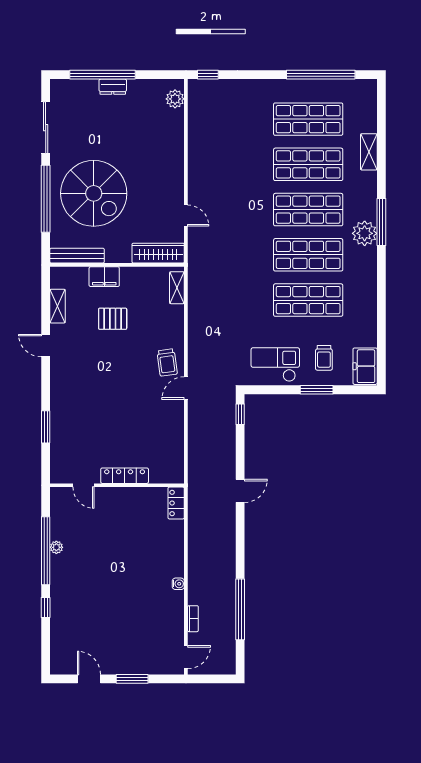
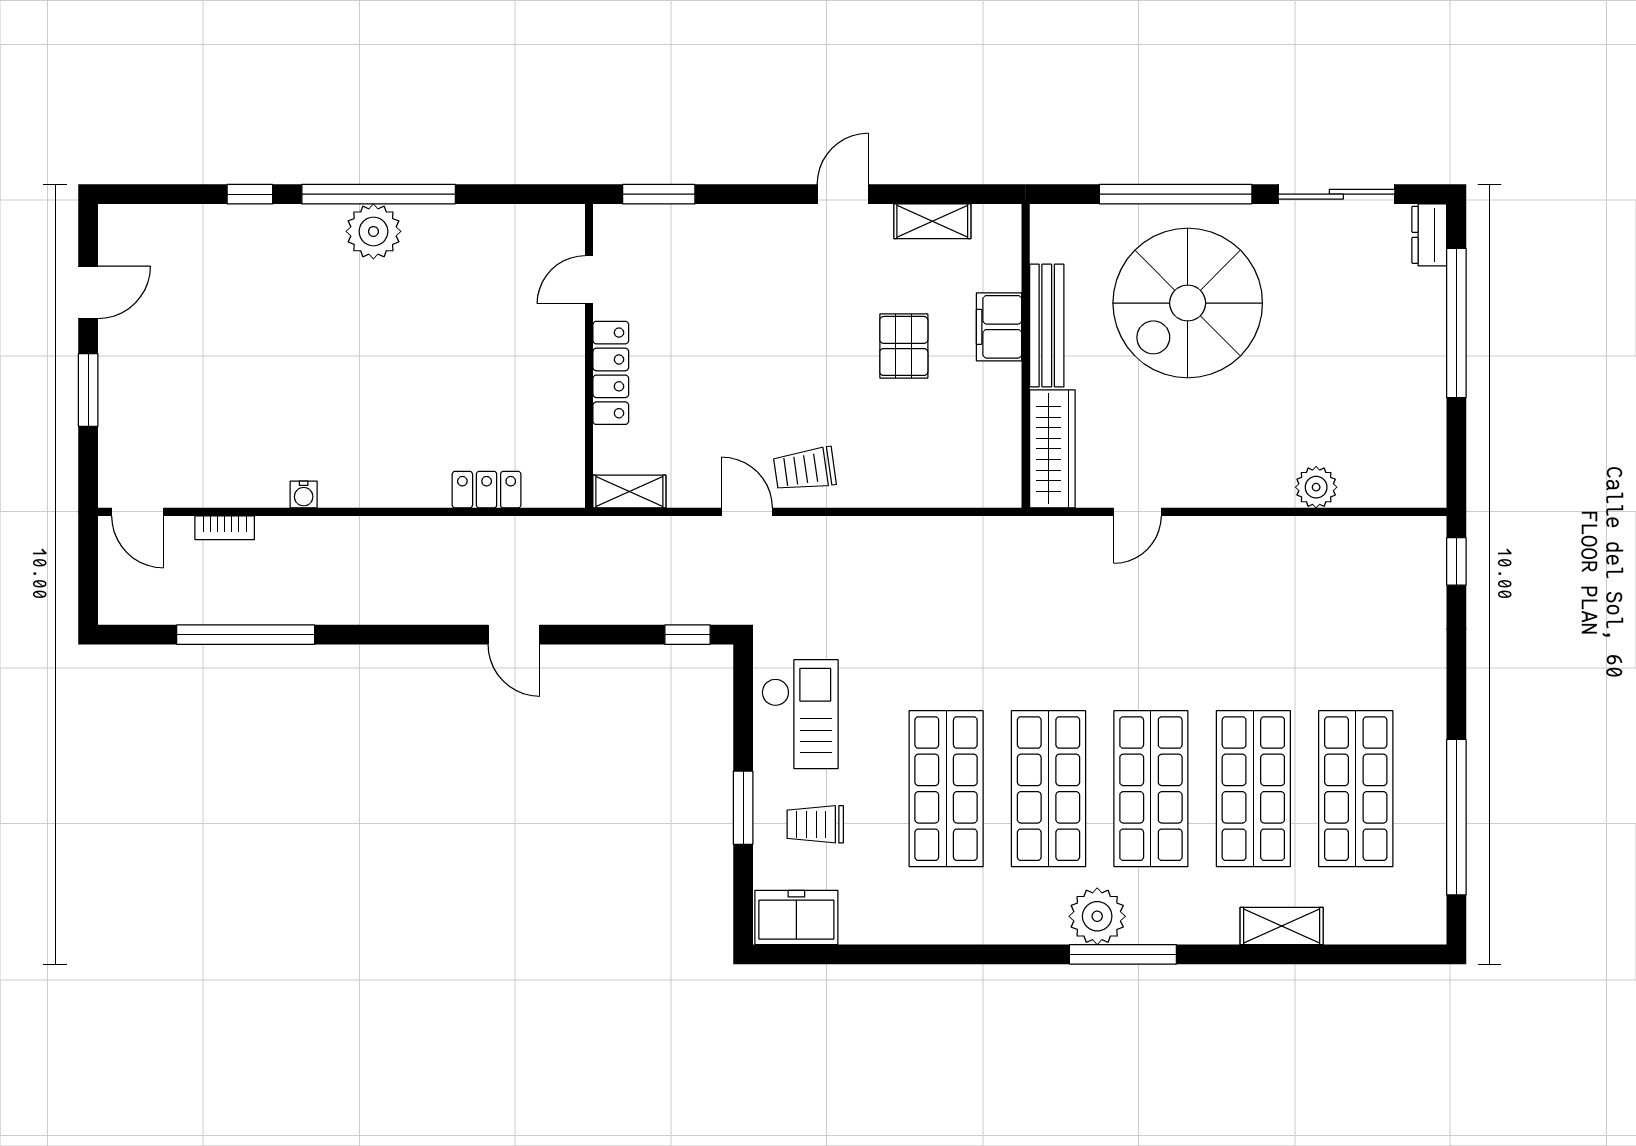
dresser: (113, 87) -> (1429, 235), moved
plant: (175, 99) -> (1316, 487), moved
bench: (77, 256) -> (1047, 325), moved
shelving: (177, 288) -> (629, 492), moved
locker: (125, 476) -> (611, 373), moved
door: (83, 485) -> (589, 280), moved
wall: (117, 485) -> (589, 356), moved
plant: (56, 547) -> (373, 231), width x1.87, depth x1.87

